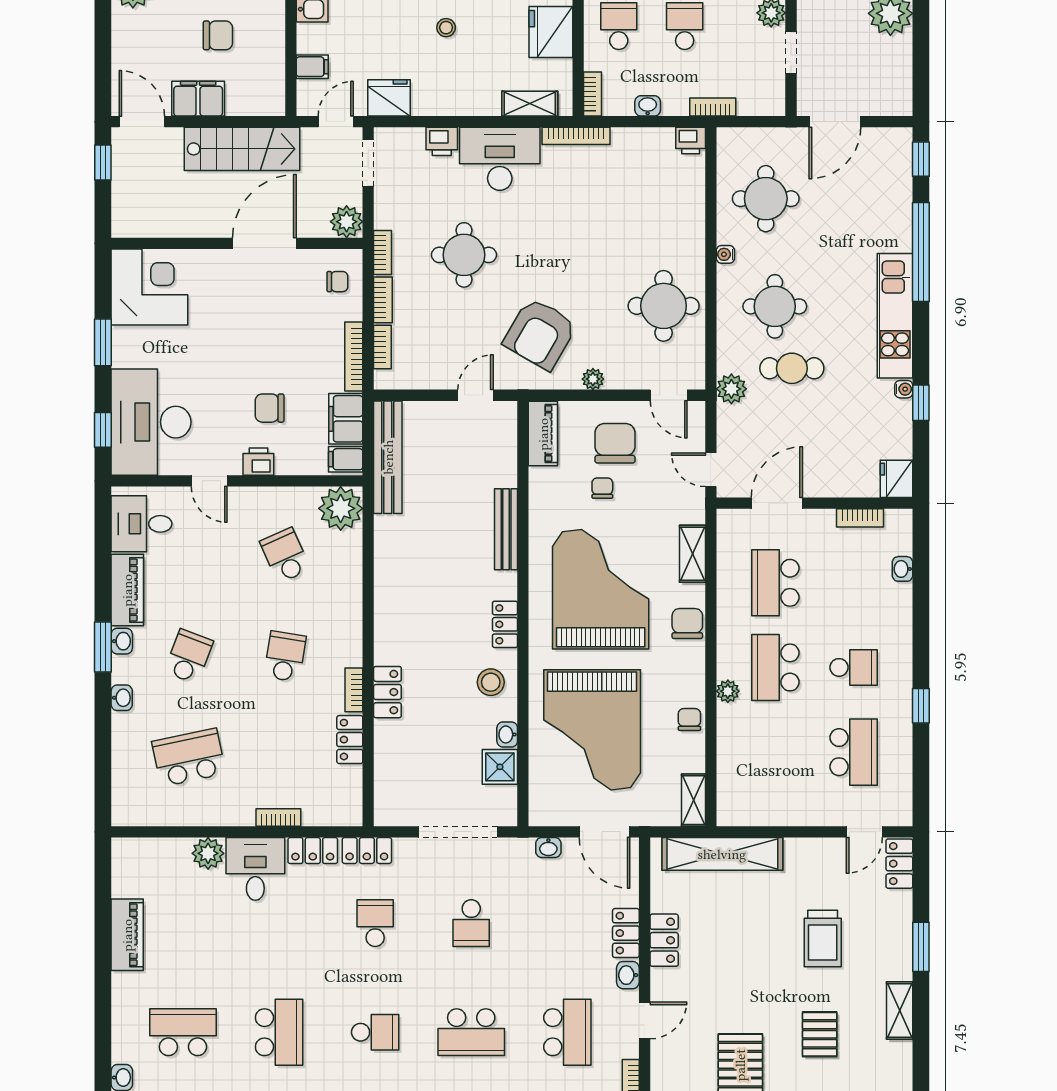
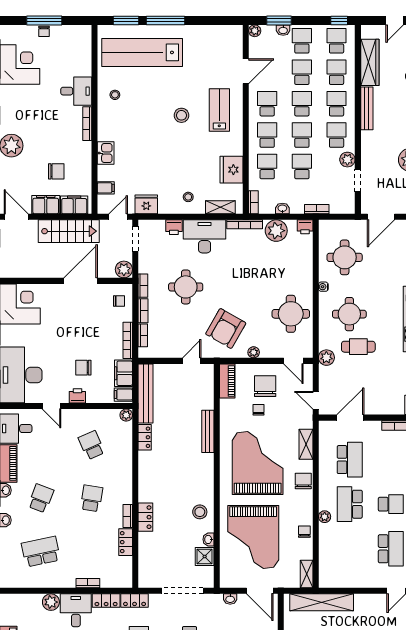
stool: (446, 28) -> (188, 197), moved
filing cabinet: (252, 99) -> (74, 205), added
plant: (636, 148) -> (276, 231), added
plant: (341, 508) -> (126, 415), width x0.53, depth x0.53
school desk: (775, 583) -> (350, 460), turned 180
locker: (505, 624) -> (145, 437), moved, turned 180

